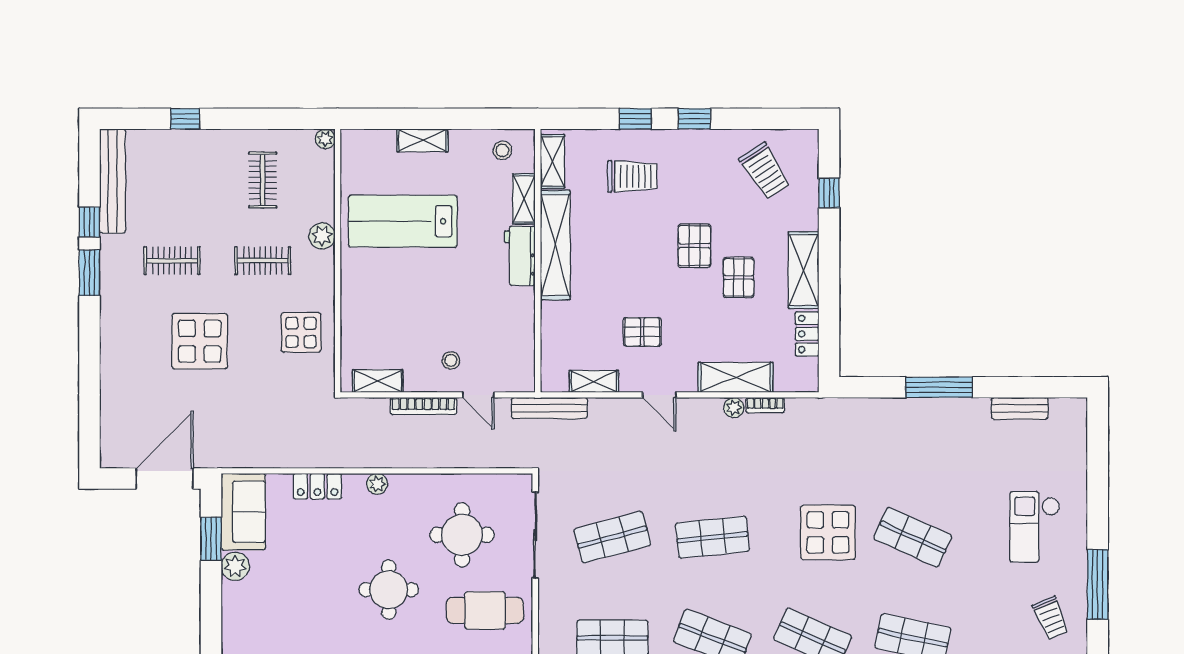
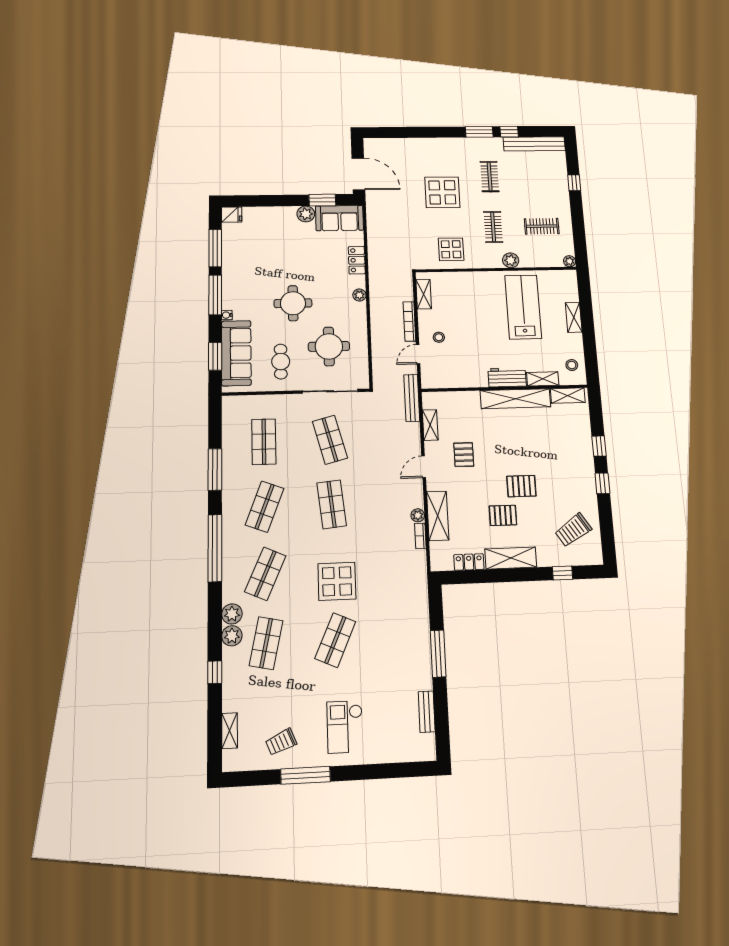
trolley: (632, 176) -> (563, 445), removed
checkout: (1035, 527) -> (345, 727), turned -90
cafe table: (485, 610) -> (281, 362), width x0.73, depth x0.74

